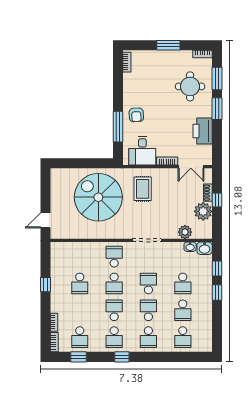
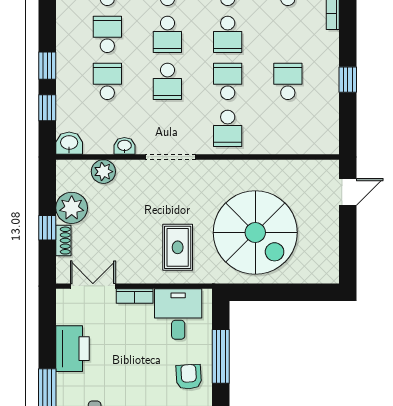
washbasin: (190, 247) -> (124, 146), moved

